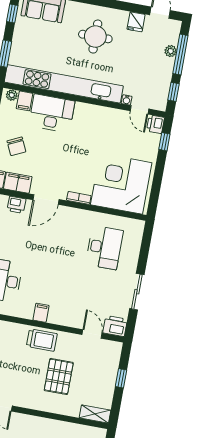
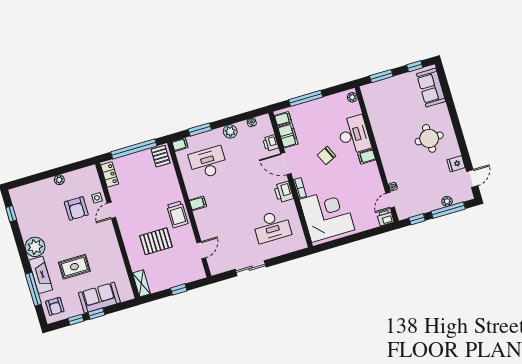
kitchen unit: (64, 84) -> (381, 133), removed
filing cabinet: (25, 101) -> (367, 157), moved
window: (164, 142) -> (376, 231), removed
chair: (16, 146) -> (326, 156), moved
printer: (115, 326) -> (284, 192), moved, turned 180

